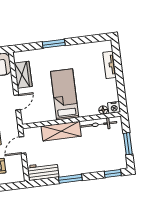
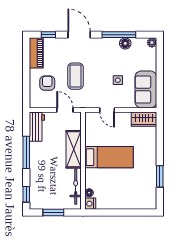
window: (54, 44) -> (160, 176), moved
tv unit: (110, 65) -> (132, 204), removed
wardrobe: (23, 75) -> (144, 119), moved
window: (70, 179) -> (26, 152), width x1.44

